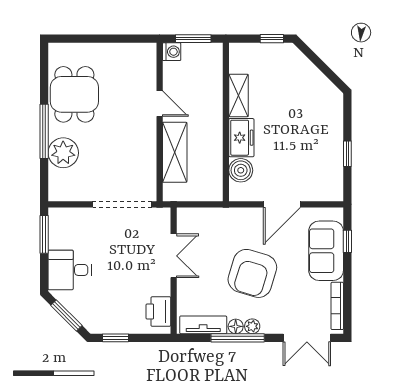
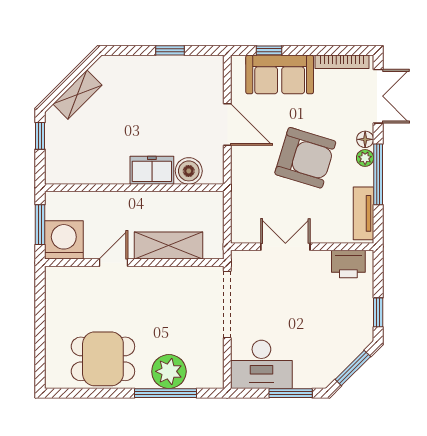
washing machine: (172, 52) -> (64, 240), width x1.89, depth x1.89
shelving: (238, 95) -> (77, 95), moved, turned -45
window: (44, 131) -> (166, 393), moved
window: (44, 234) -> (291, 393), moved
desk: (70, 270) -> (261, 364), moved, width x1.37
floor lamp: (236, 326) -> (365, 139), moved

